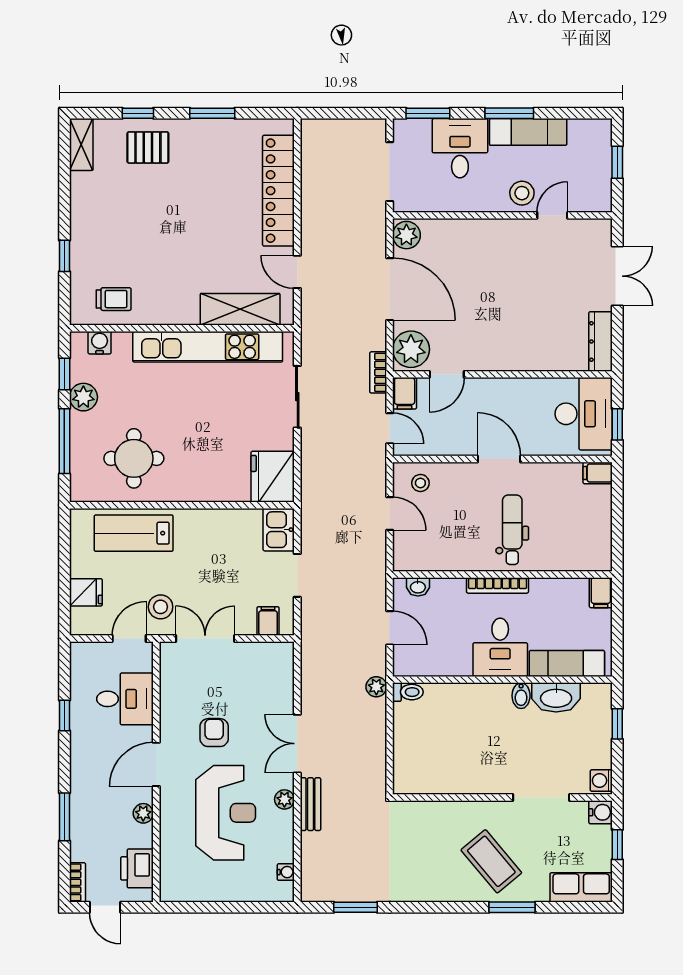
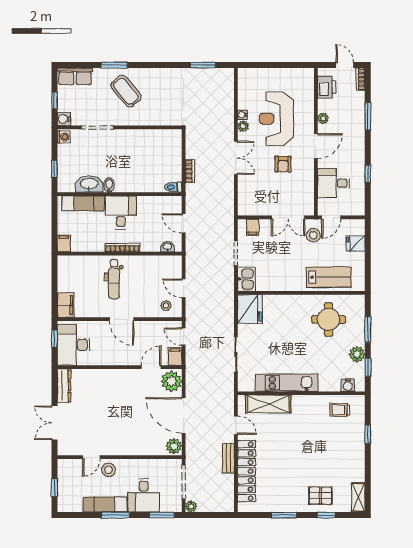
kitchen unit: (208, 347) -> (287, 383), width x0.73
bookcase: (378, 372) -> (190, 171), moved
window: (64, 441) -> (368, 329), width x0.69
filing cabinet: (598, 473) -> (66, 305), width x2.00
plant: (376, 687) -> (191, 506), moved
bench: (310, 804) -> (228, 458), moved
water cooler: (286, 872) -> (242, 115), moved

